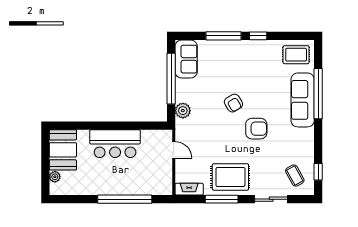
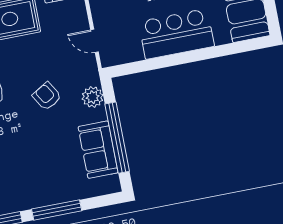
sofa: (186, 59) -> (98, 150), moved
armchair: (233, 103) -> (47, 96), moved

